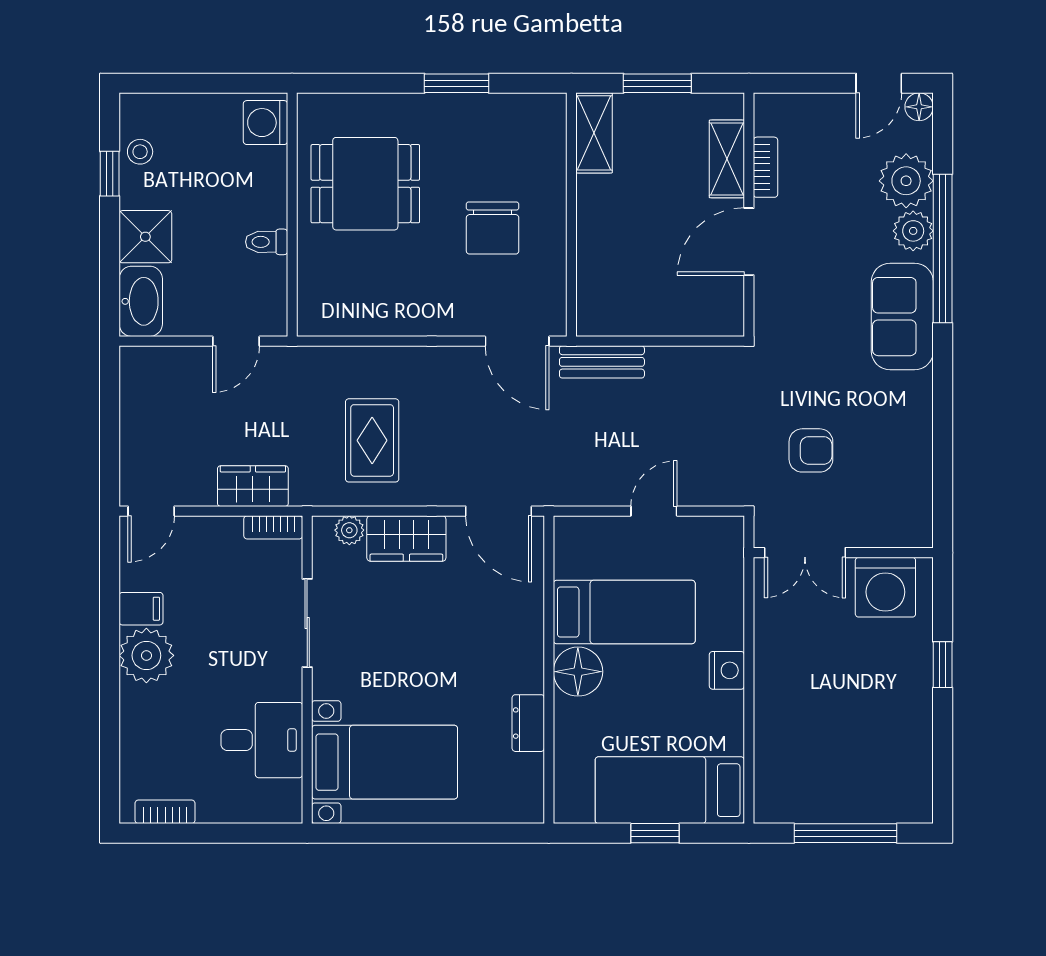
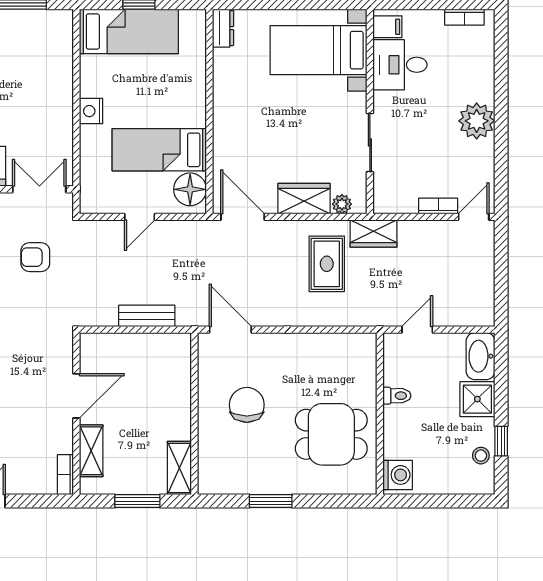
bookcase: (766, 167) -> (65, 475), moved
bench: (602, 362) -> (147, 316), moved
wardrobe: (253, 486) -> (373, 233), moved
bookcase: (273, 527) -> (438, 206), moved
filing cabinet: (141, 609) -> (387, 27), moved, turned 180
floor lamp: (578, 672) -> (190, 189), moved
dresser: (528, 723) -> (223, 28), moved

